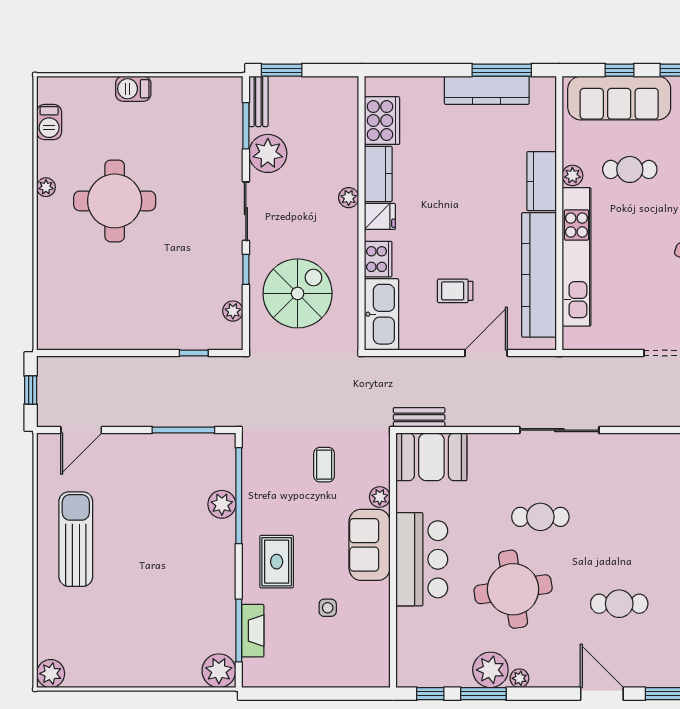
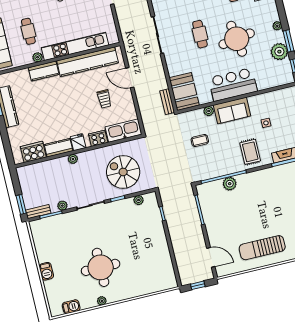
plant: (268, 153) -> (62, 206), width x0.53, depth x0.53
rug: (277, 562) -> (250, 152), turned 90
plant: (490, 670) -> (279, 52), moved

